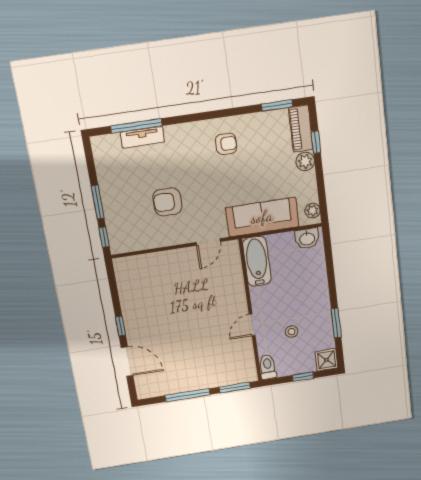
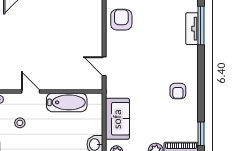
armchair: (167, 202) -> (121, 20), moved
sofa: (262, 217) -> (117, 119), width x0.73
bathtub: (257, 261) -> (67, 102), moved

